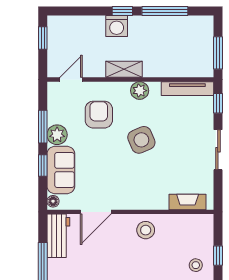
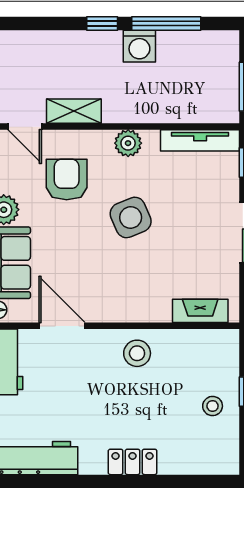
washing machine: (117, 26) -> (139, 46), moved
shelving: (124, 69) -> (74, 111), moved
door: (71, 79) -> (25, 127), swing flipped
door: (96, 212) -> (62, 326), swing flipped

